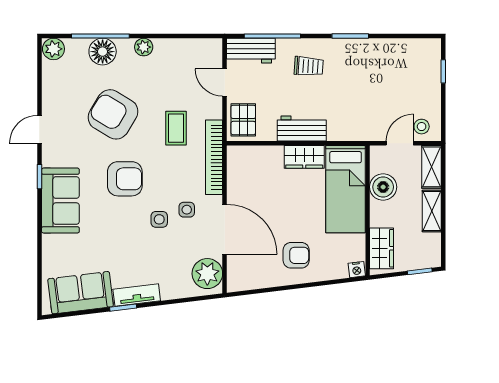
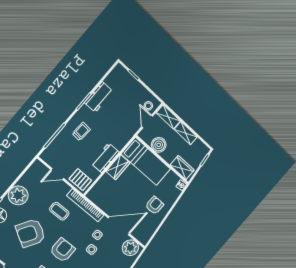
plant: (144, 47) -> (18, 195), width x1.88, depth x1.88
workbench: (251, 51) -> (99, 97), moved

